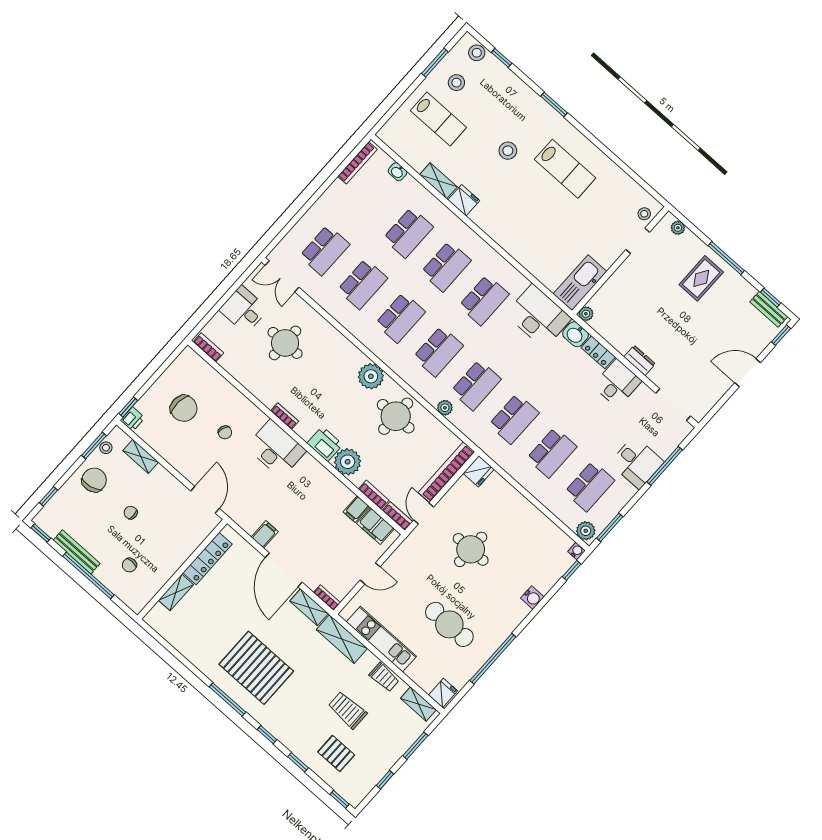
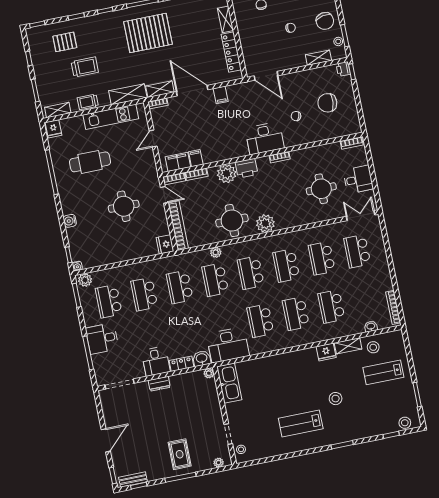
stool: (456, 83) -> (373, 347), moved

